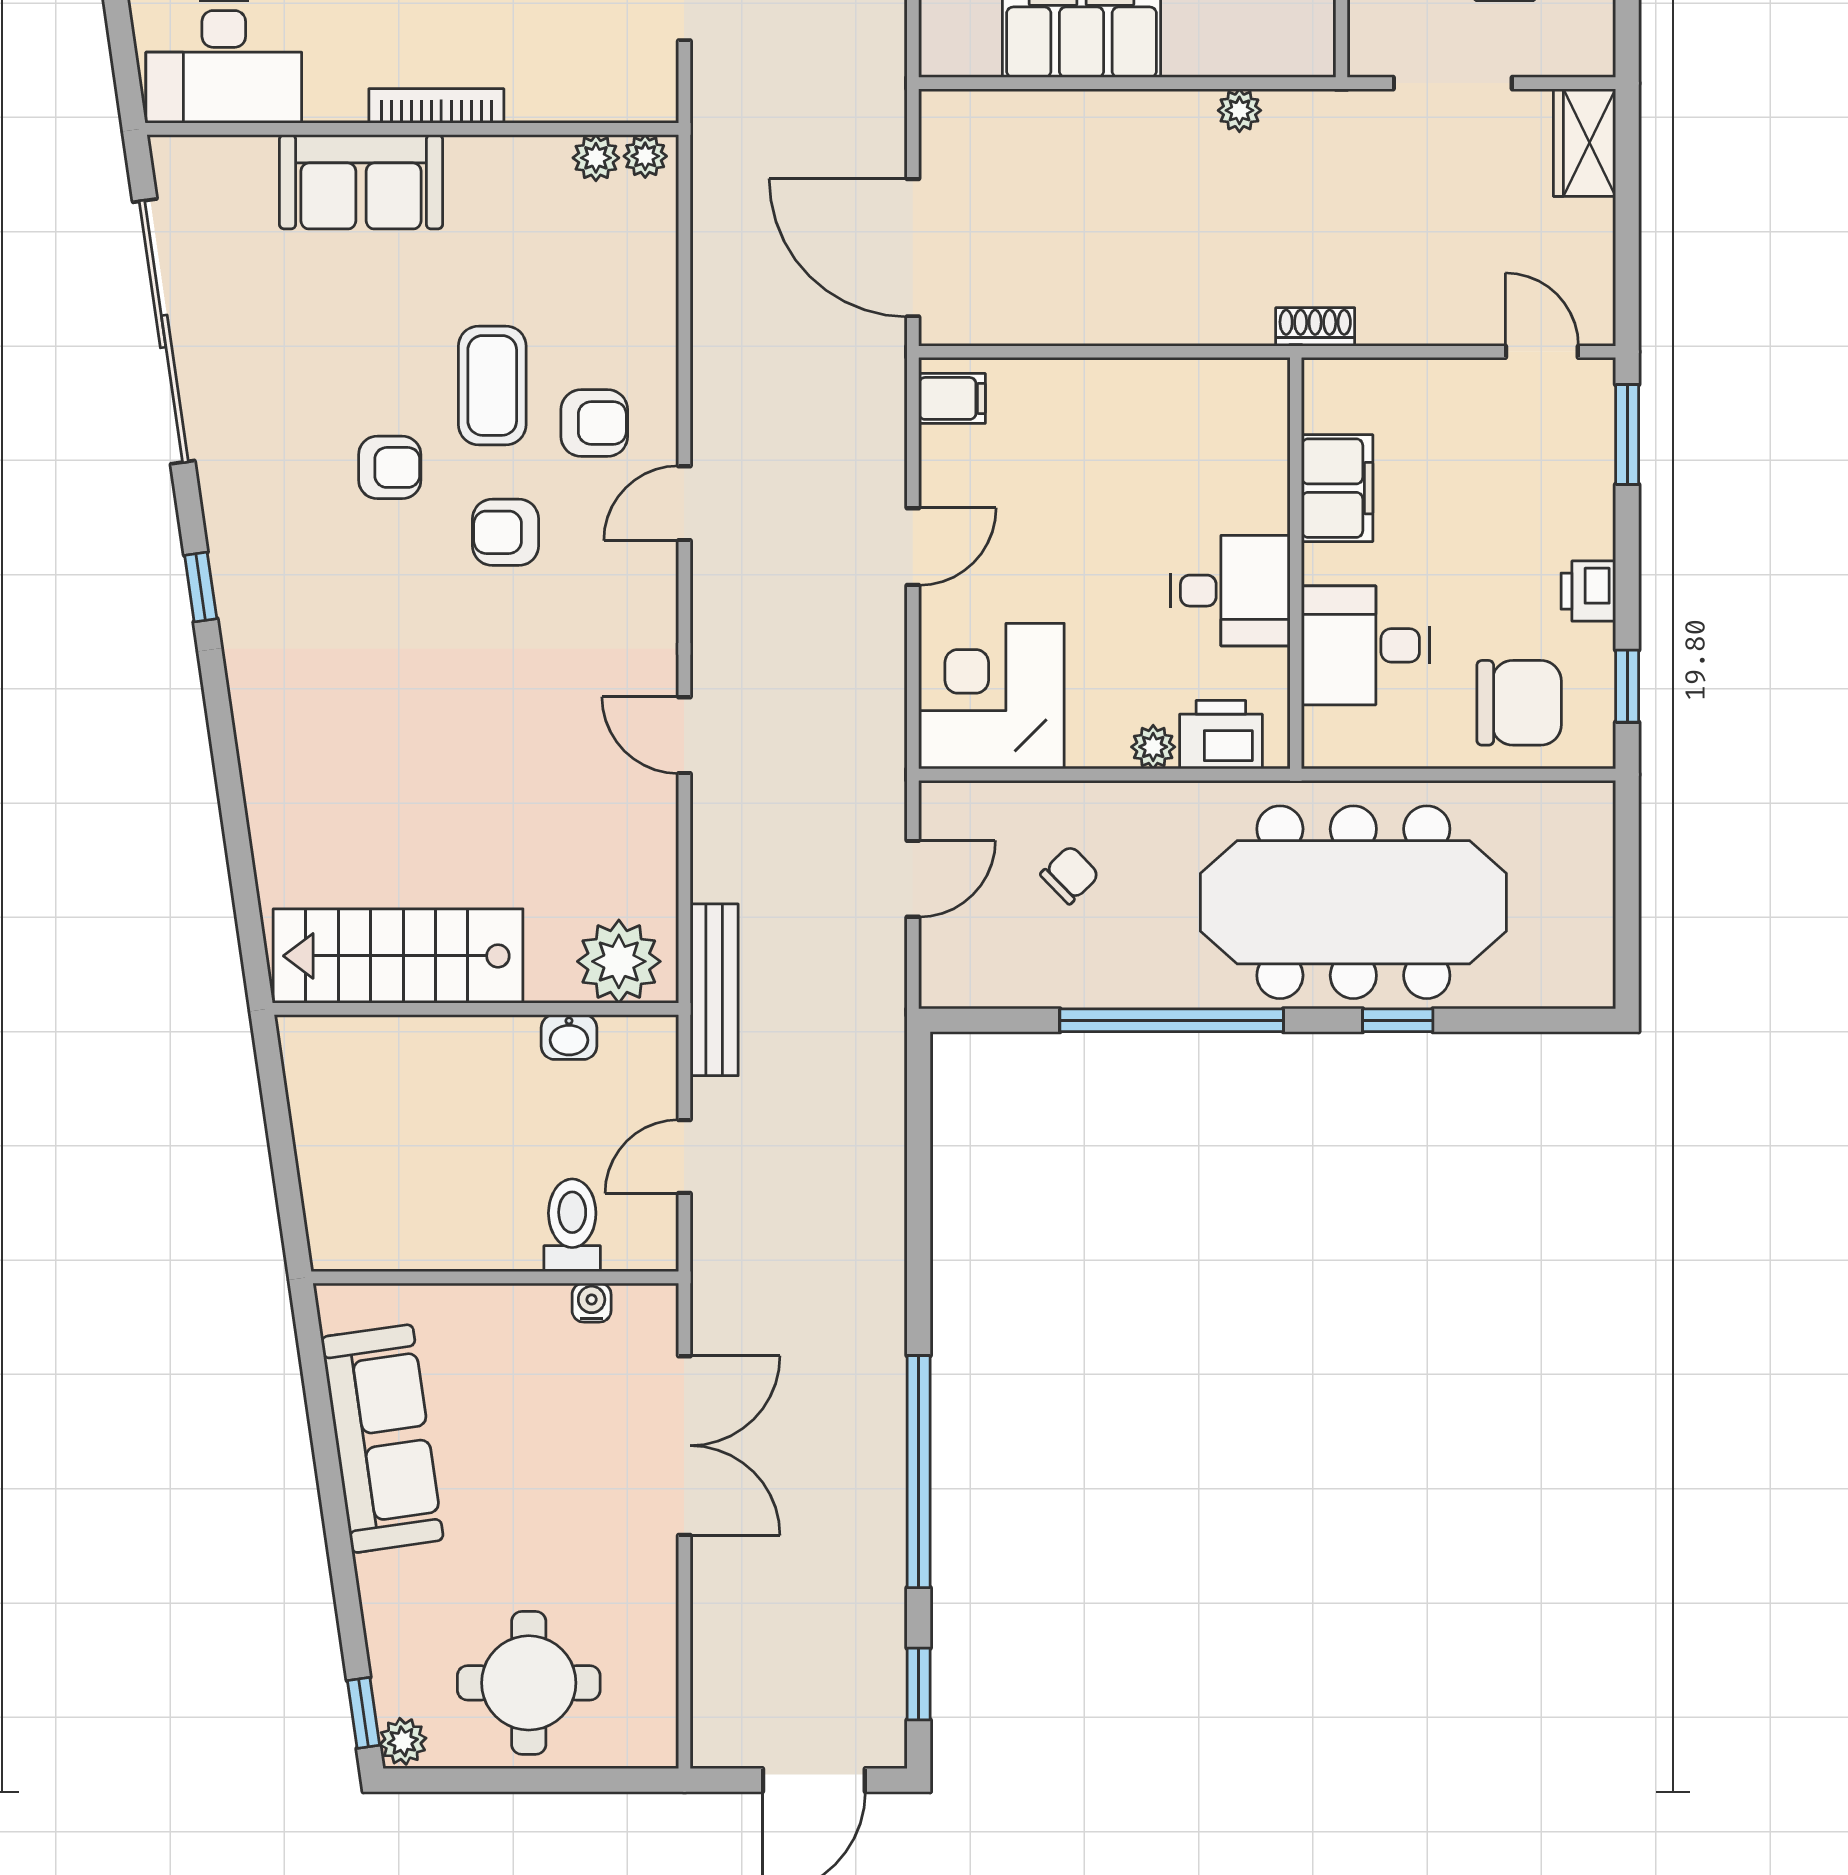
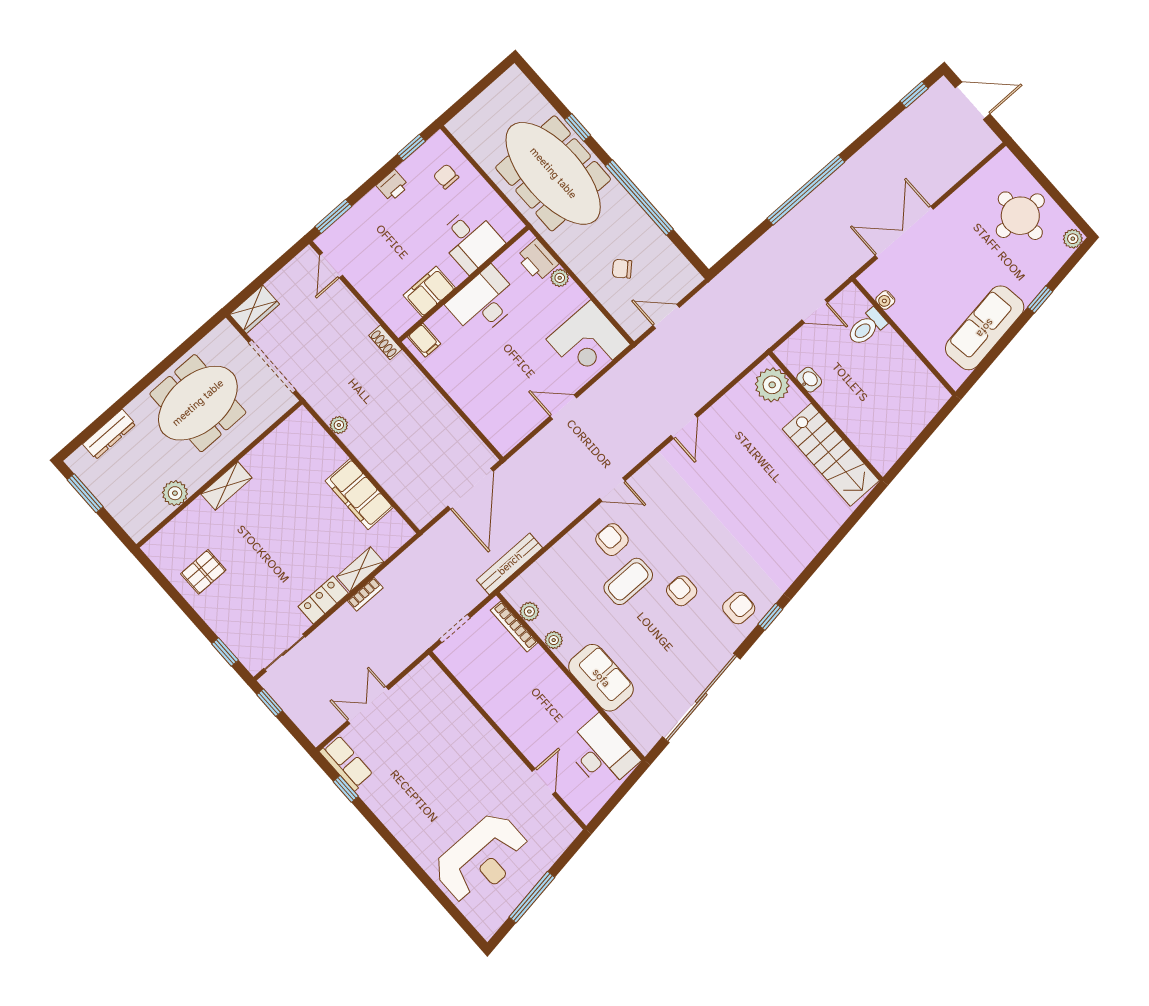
doorway: (1453, 83) -> (272, 366), width x1.36
bookcase: (436, 106) -> (514, 626), moved
plant: (645, 156) -> (554, 640), moved
filing cabinet: (952, 398) -> (424, 340), moved, turned 180
armchair: (506, 532) -> (739, 608), moved, turned -90
desk: (1230, 591) -> (484, 302), width x1.37
chair: (1519, 703) -> (446, 177), width x0.54, depth x0.54
bench: (714, 990) -> (510, 564), moved
window: (919, 1472) -> (806, 190), moved
window: (363, 1713) -> (1040, 299), moved

